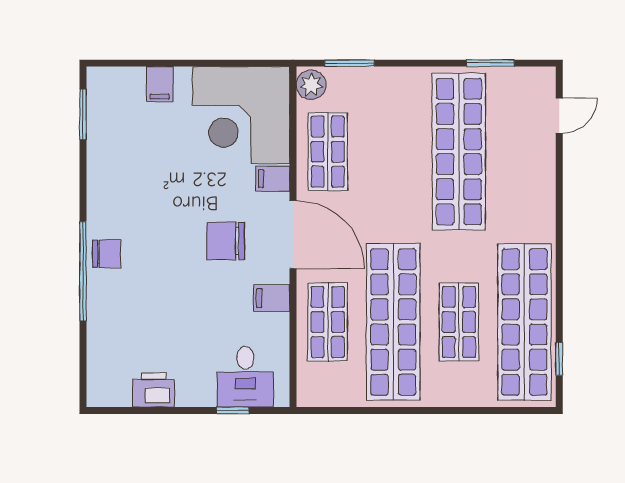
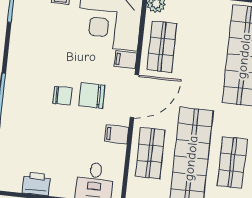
door: (293, 235) -> (134, 96), hinge flipped
chair: (107, 254) -> (62, 96), moved

